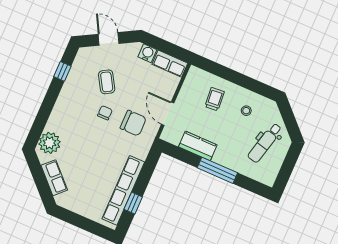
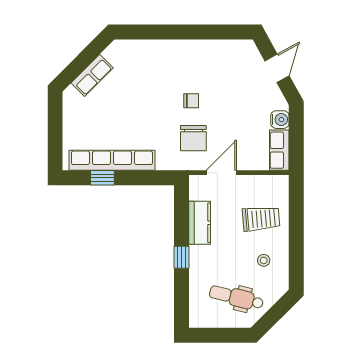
window: (62, 71) -> (217, 32), removed
coffee table: (107, 82) -> (227, 87), removed
trolley: (215, 99) -> (261, 219), width x1.36, depth x1.39
plant: (50, 143) -> (129, 53), removed
window: (217, 170) -> (182, 257), width x0.46

